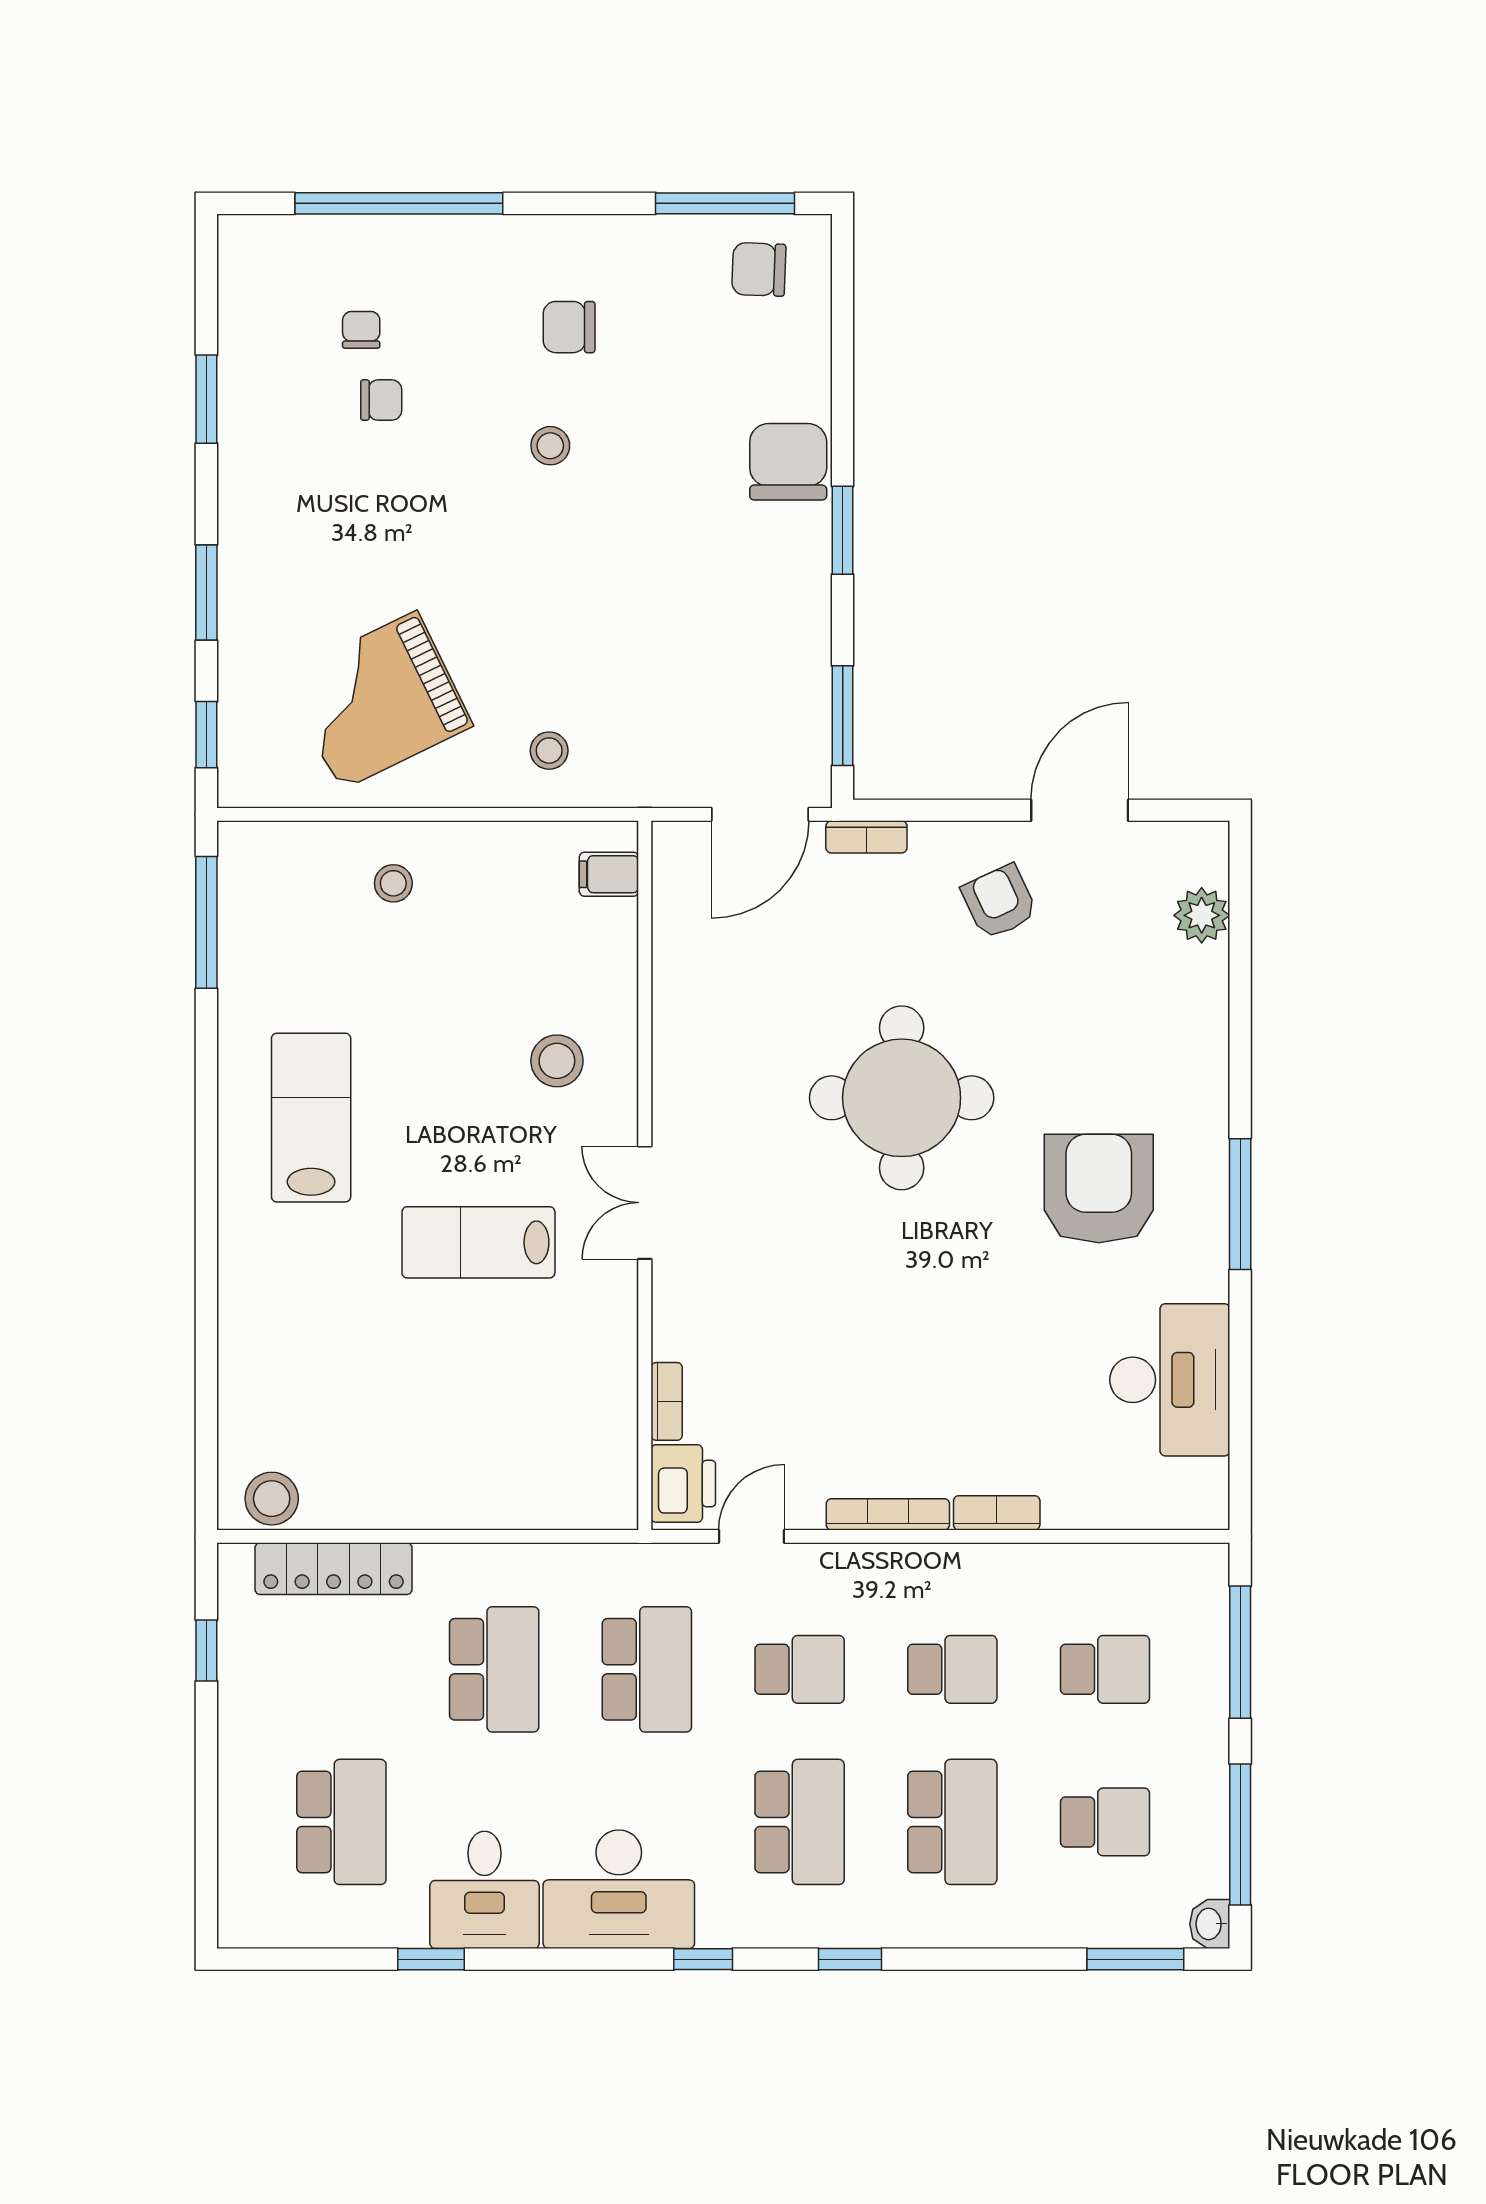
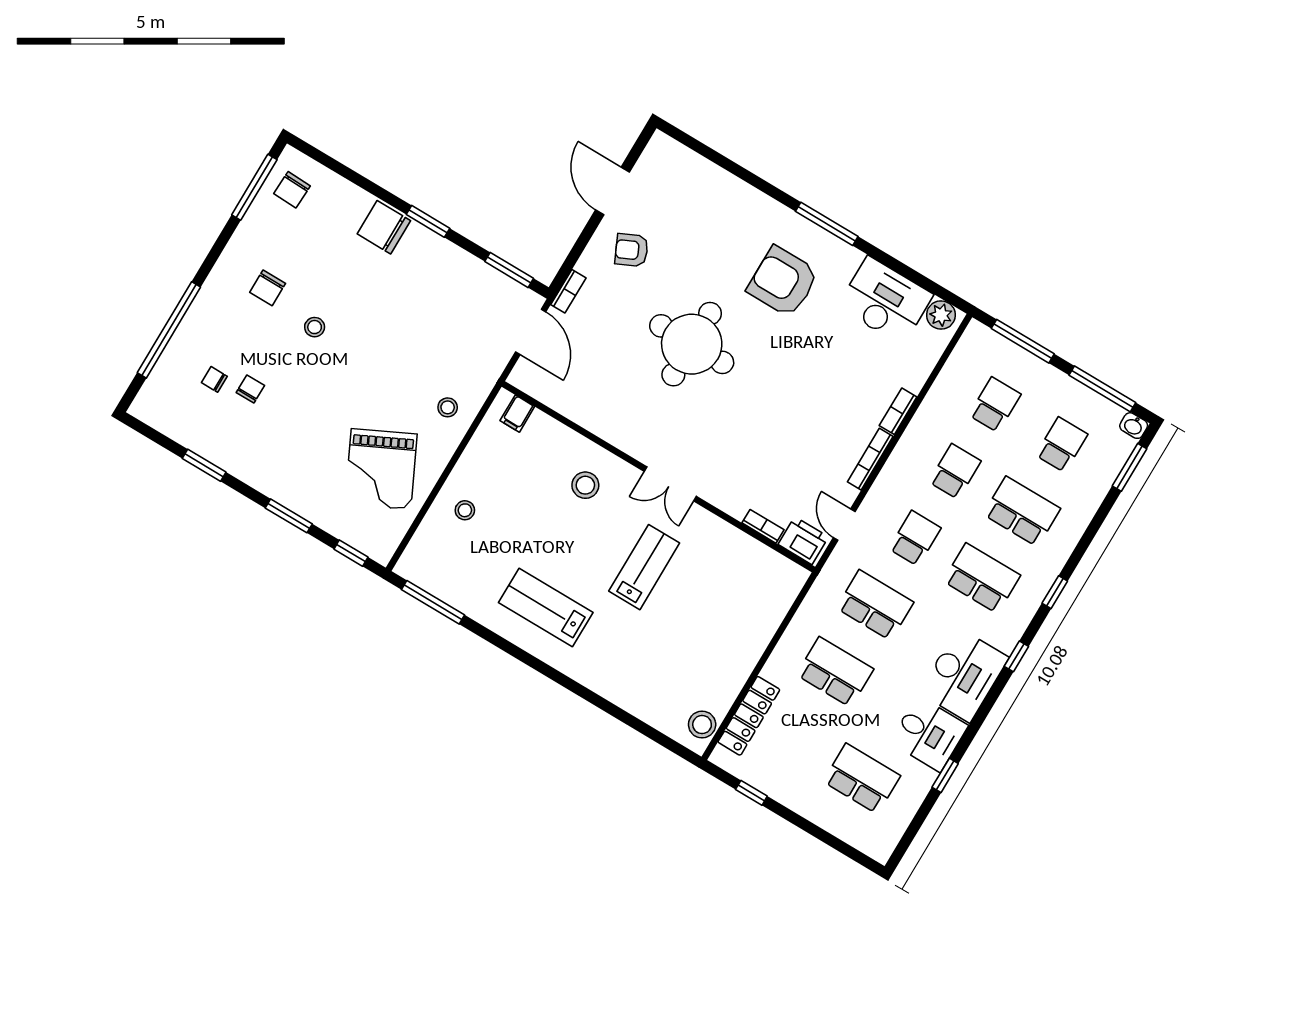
plant: (1202, 915) -> (941, 315), moved
lab bench: (478, 1242) -> (644, 567), turned 180

